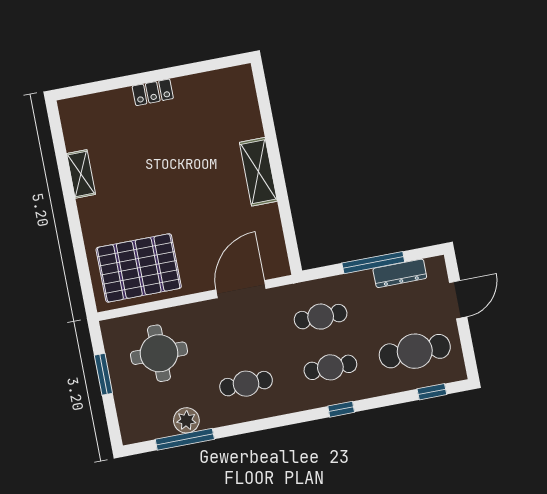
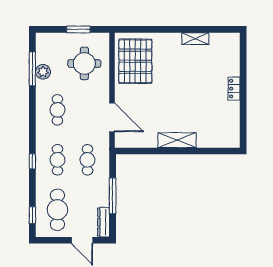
dresser: (400, 273) -> (103, 222), moved

